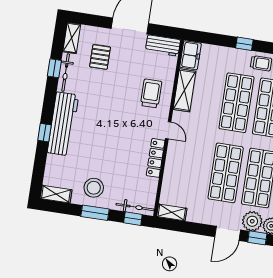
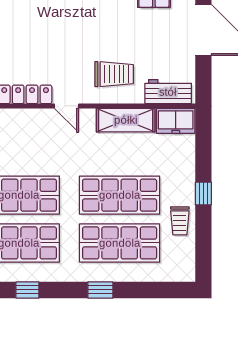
workbench: (163, 46) -> (168, 92), moved, turned 90
door: (168, 130) -> (66, 106), hinge flipped

